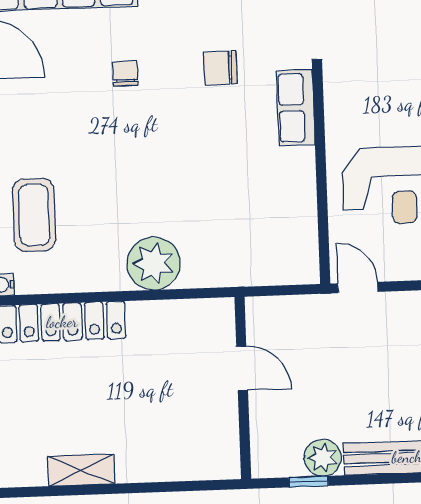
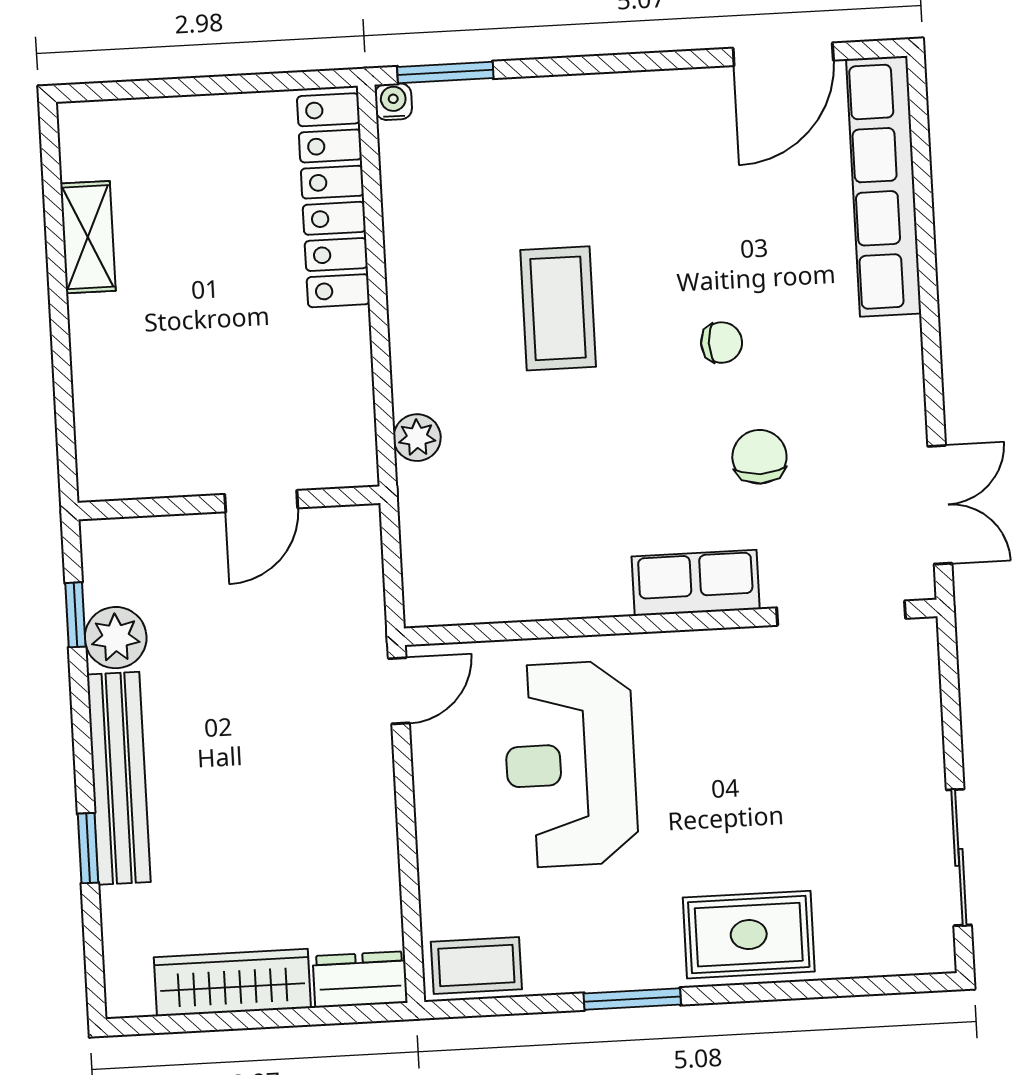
chair: (125, 73) -> (722, 343), moved
coffee table: (34, 215) -> (558, 308), moved, turned 90
plant: (154, 263) -> (417, 438), moved, width x0.53, depth x0.53

